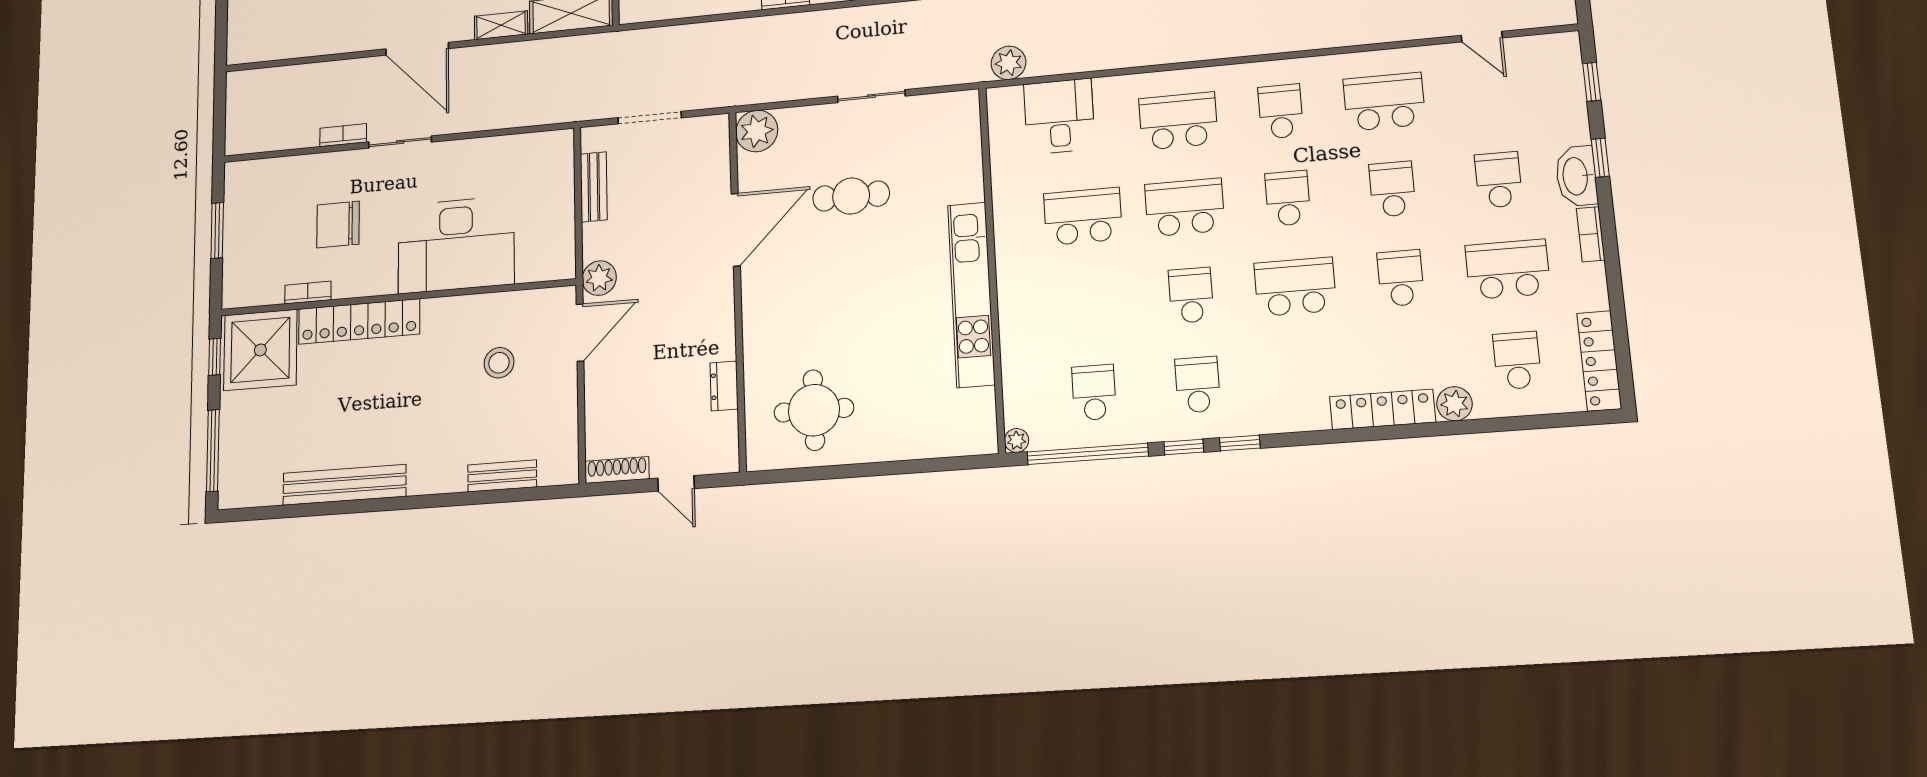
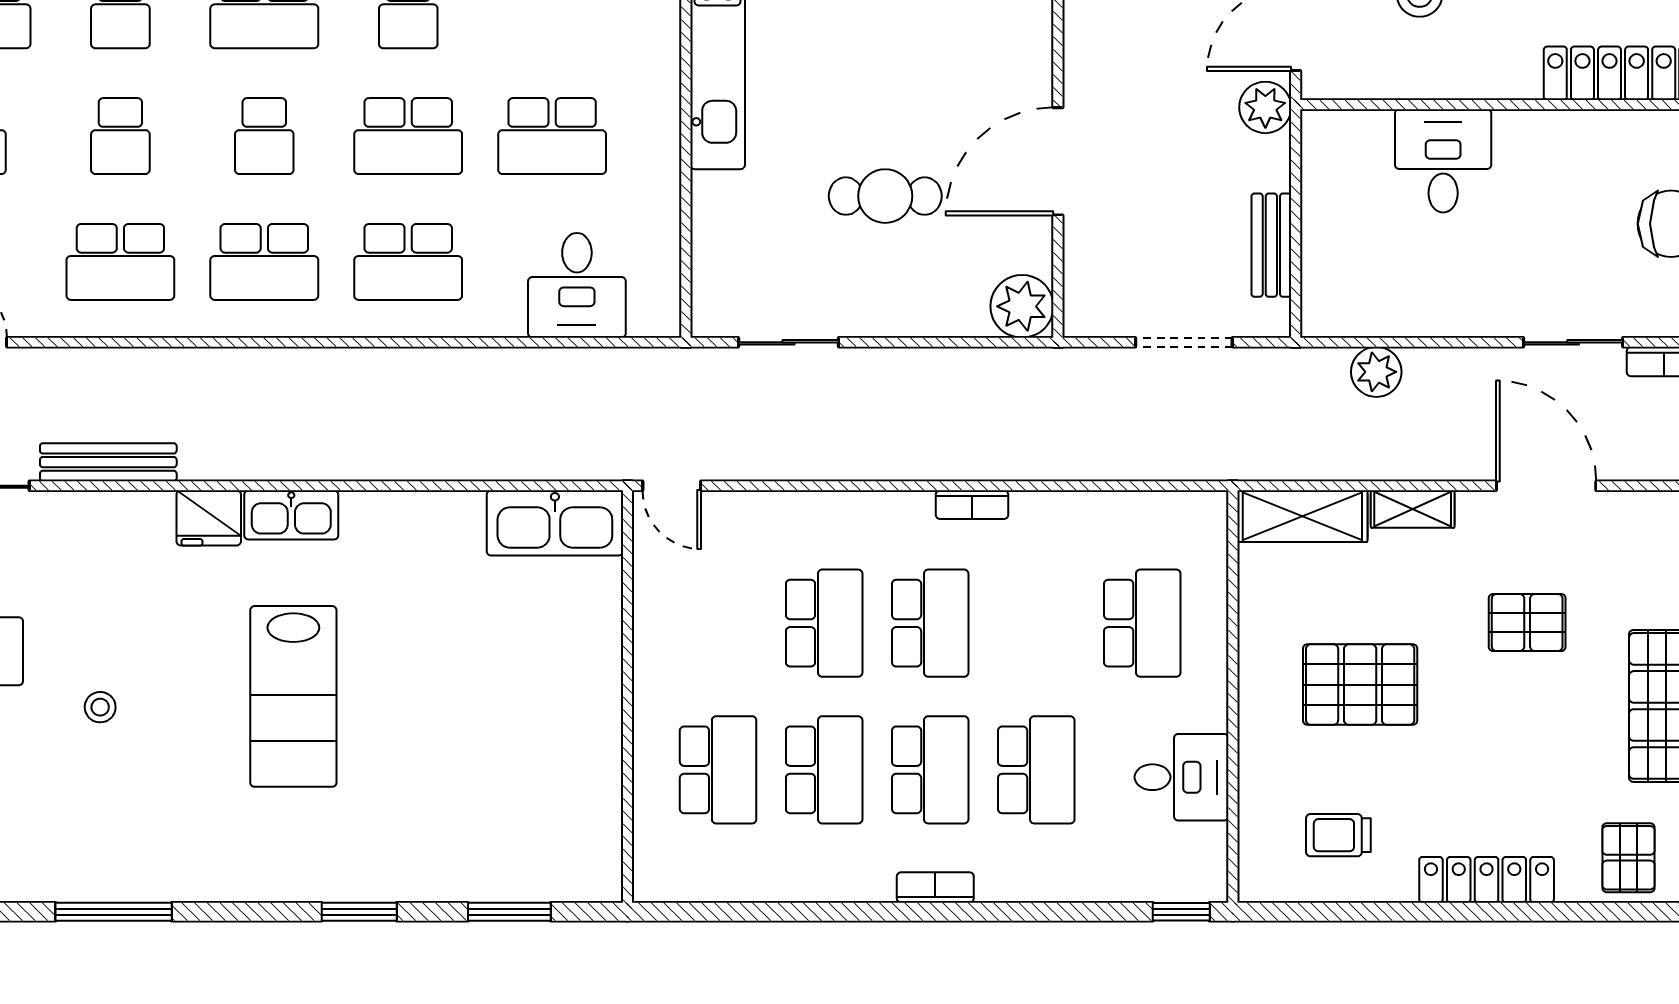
plant: (1009, 63) -> (1376, 372), moved
sliding door: (871, 96) -> (788, 342), moved
school desk: (1281, 111) -> (264, 262), width x1.85
desk: (456, 245) -> (1443, 161), width x0.53, depth x0.77

